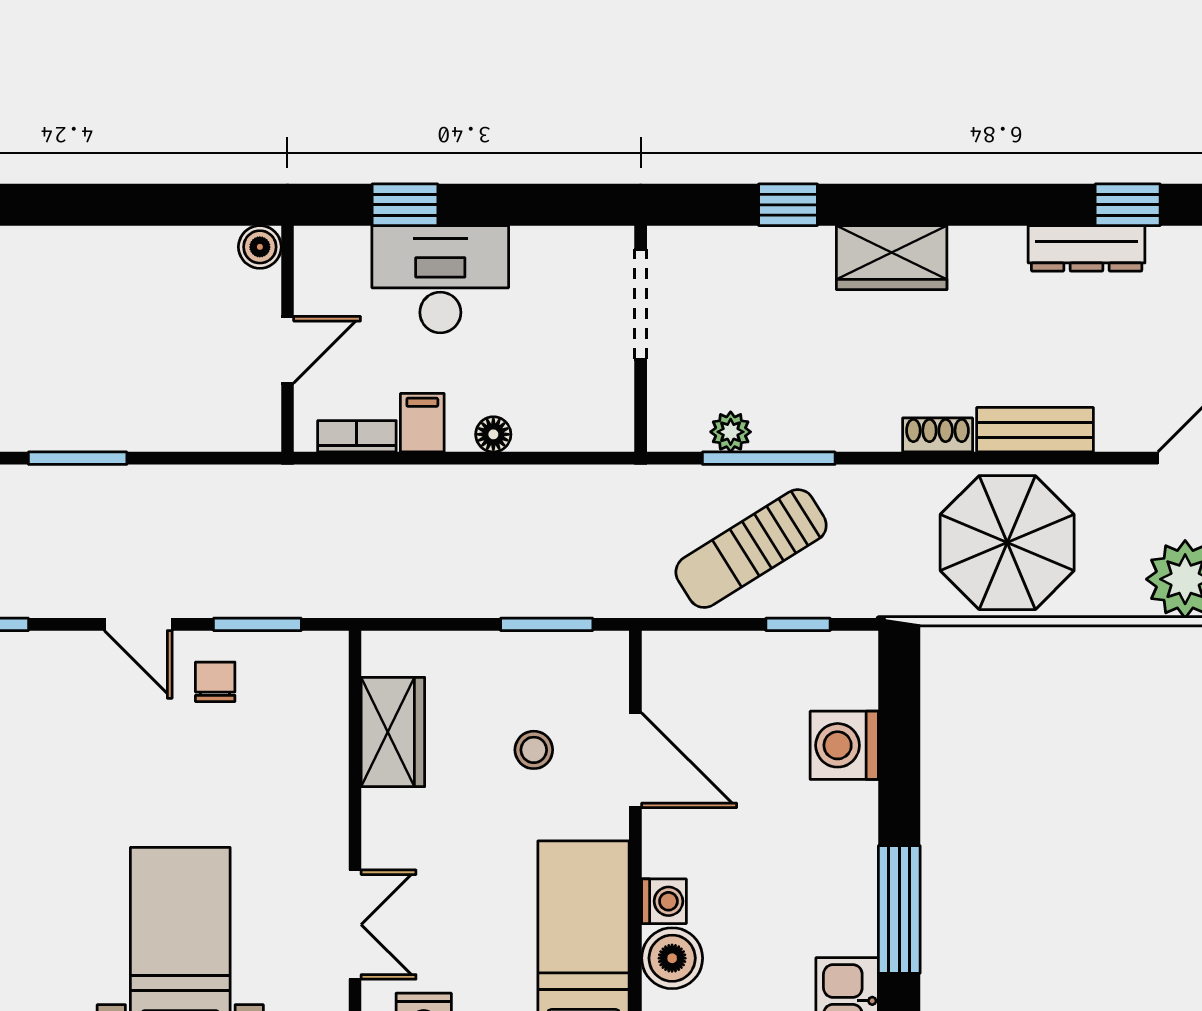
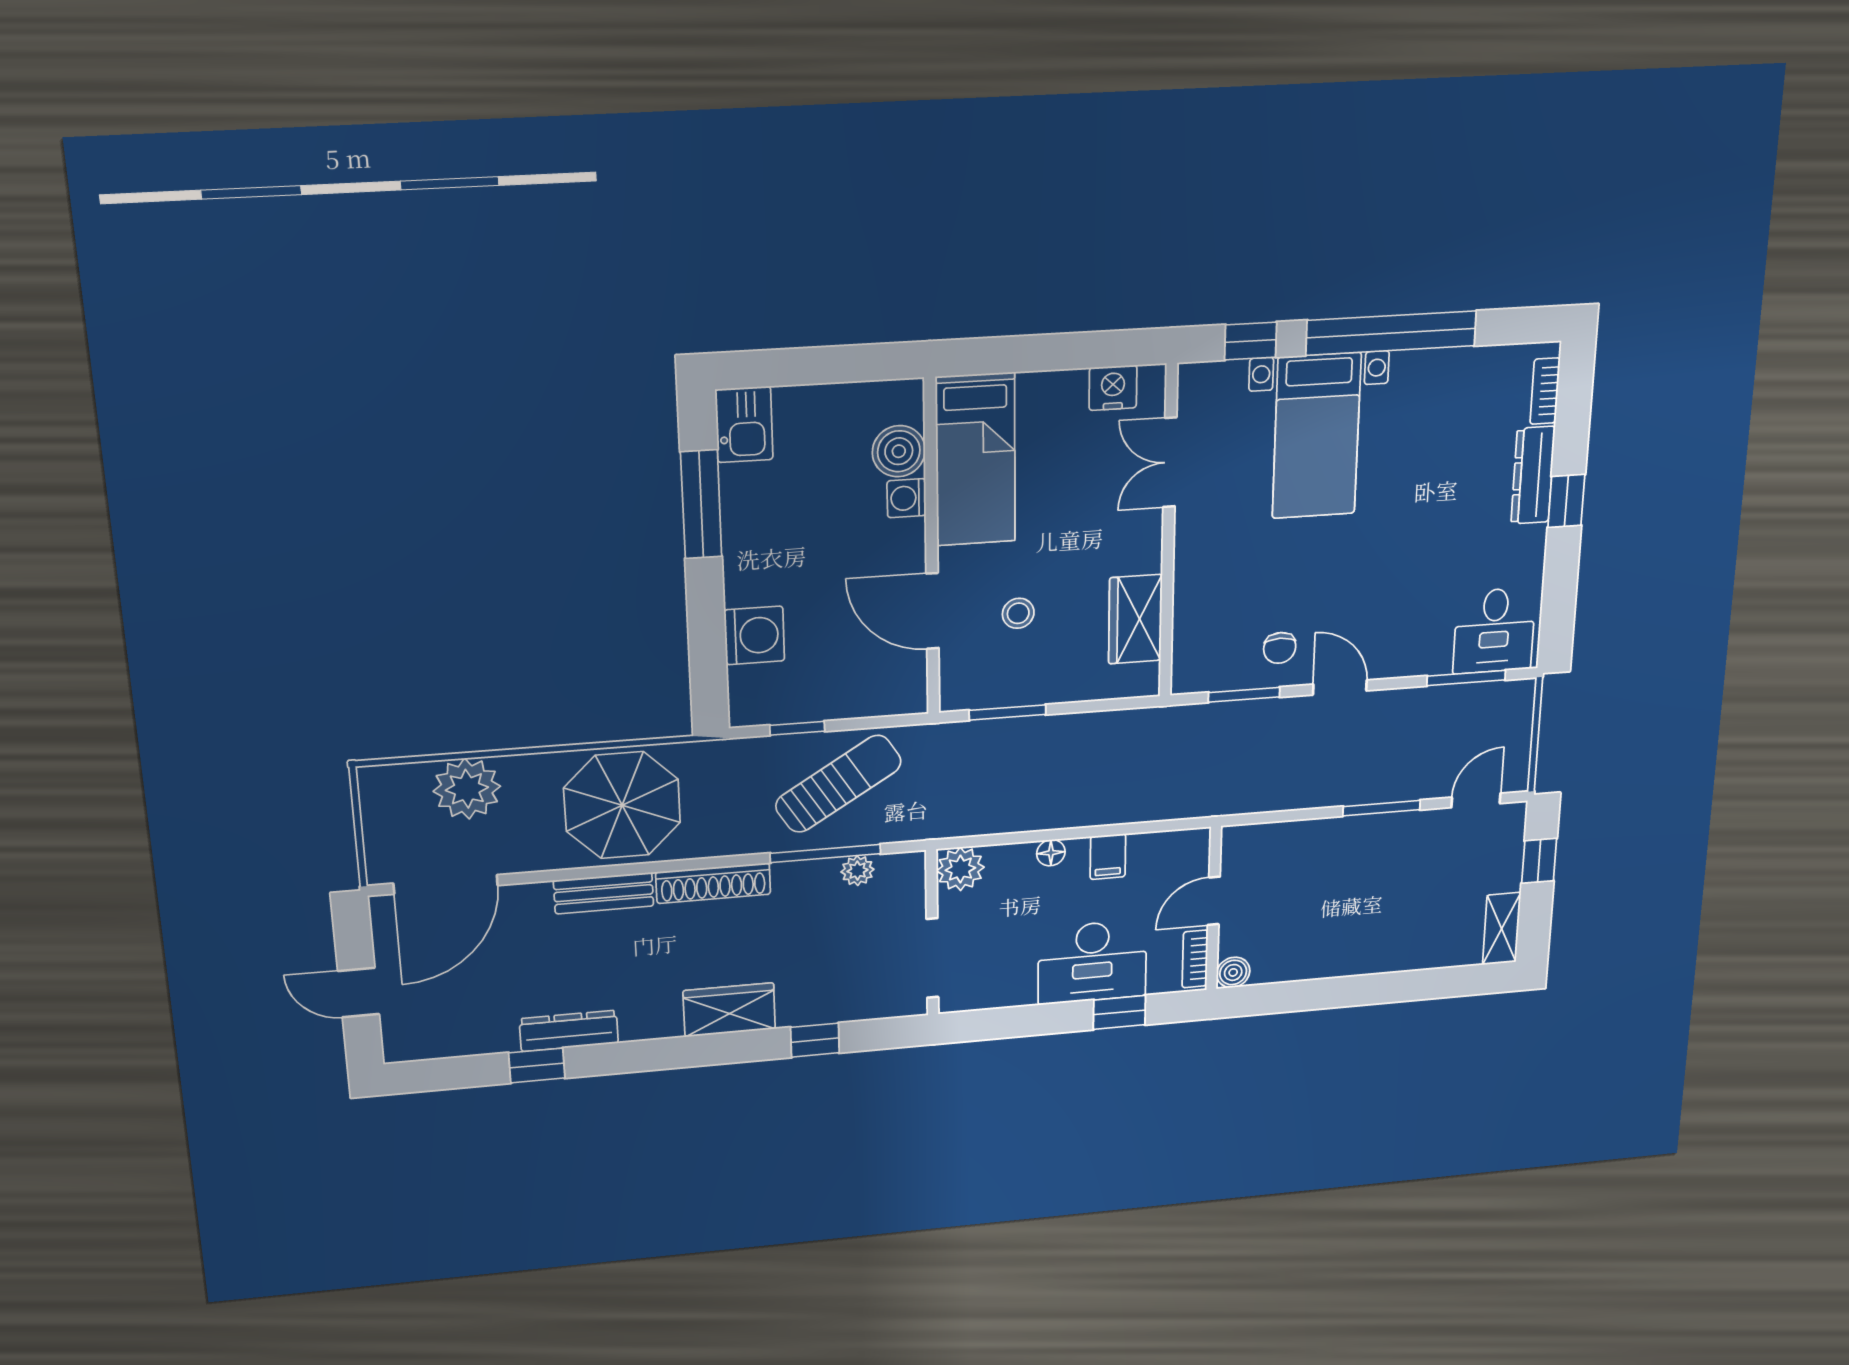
plant: (605, 423) -> (960, 869), added
shoe rack: (938, 435) -> (713, 883), width x1.94, depth x1.24
bookcase: (357, 436) -> (1195, 959), moved, turned 90

